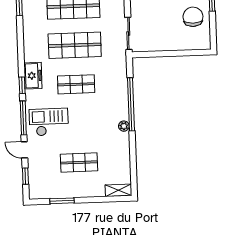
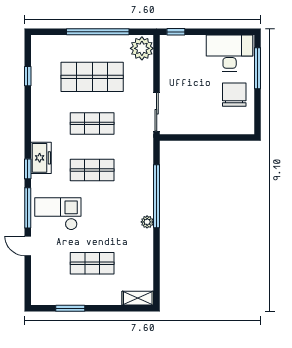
shop shelf: (75, 45) -> (92, 123), width x0.70, depth x0.74
window: (25, 176) -> (28, 277), removed

